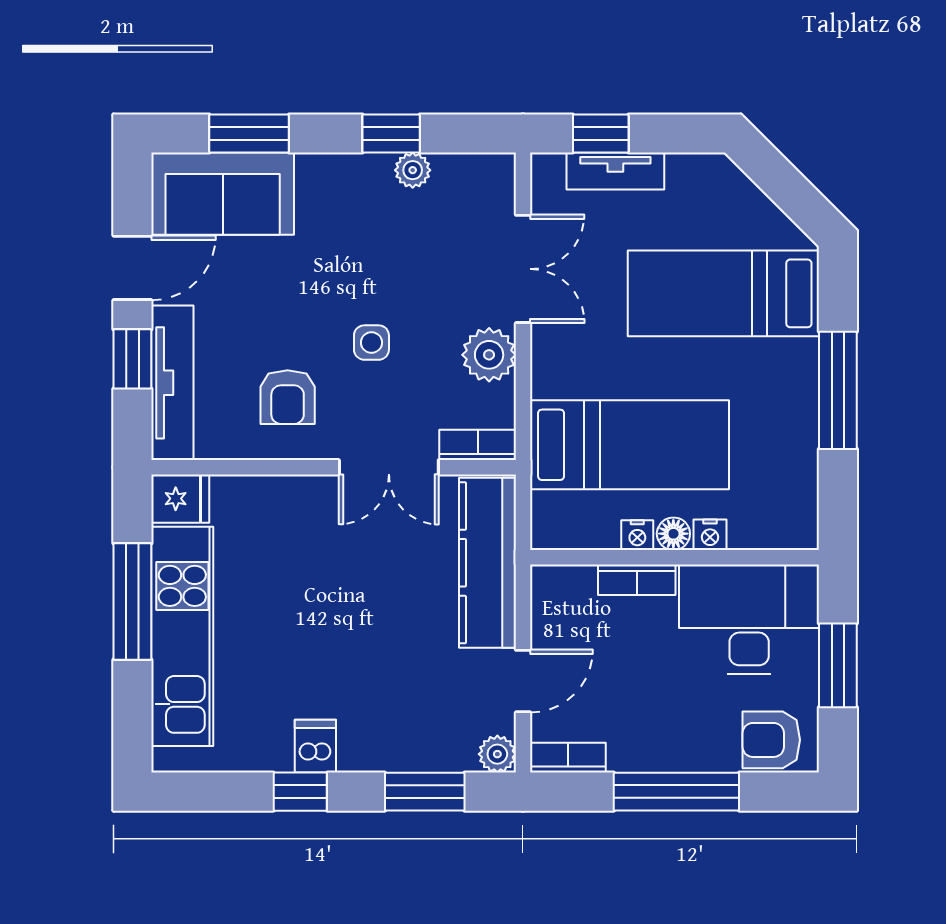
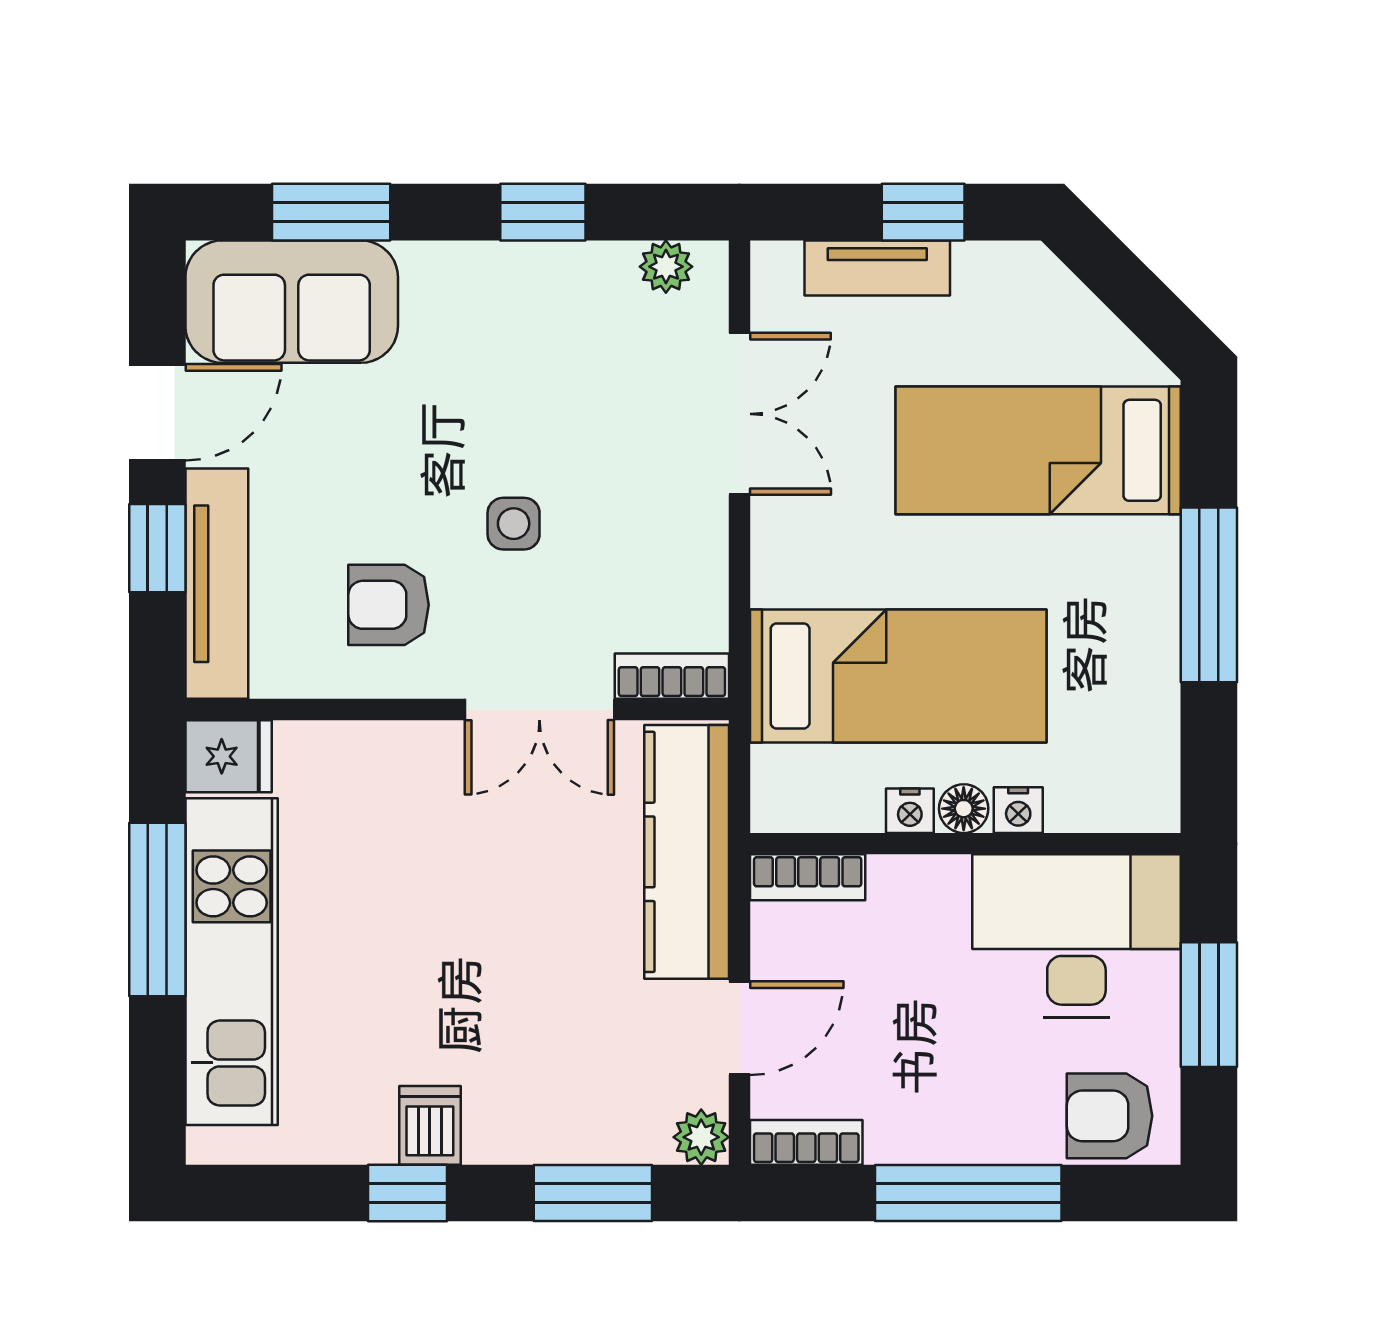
window: (601, 134) -> (923, 212), moved
plant: (413, 170) -> (666, 267), moved
plant: (489, 355) -> (689, 542), removed
armchair: (288, 397) -> (389, 605), turned 90
bookcase: (637, 580) -> (808, 877), moved

